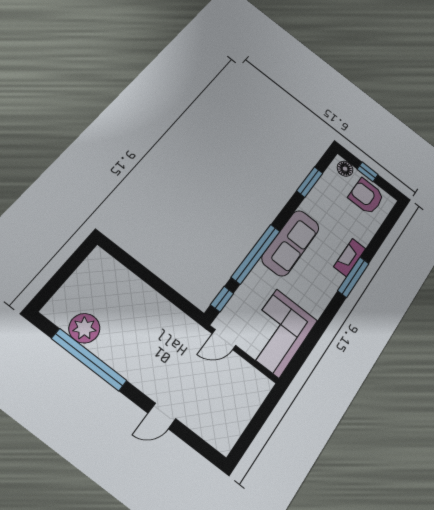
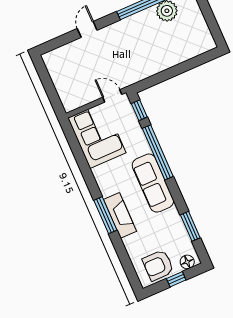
armchair: (366, 196) -> (158, 265), turned 180
fireplace: (350, 258) -> (120, 215), width x1.37, depth x1.32
door: (224, 340) -> (112, 96), hinge flipped

